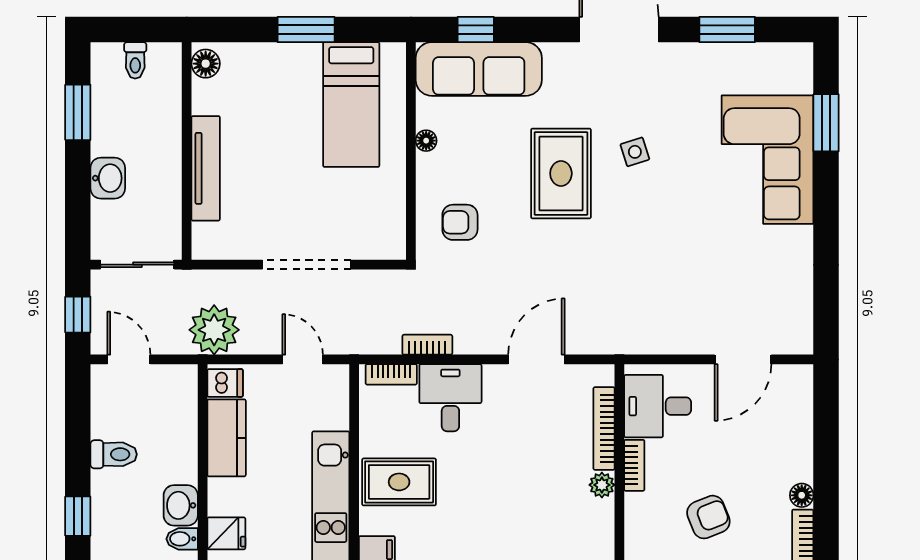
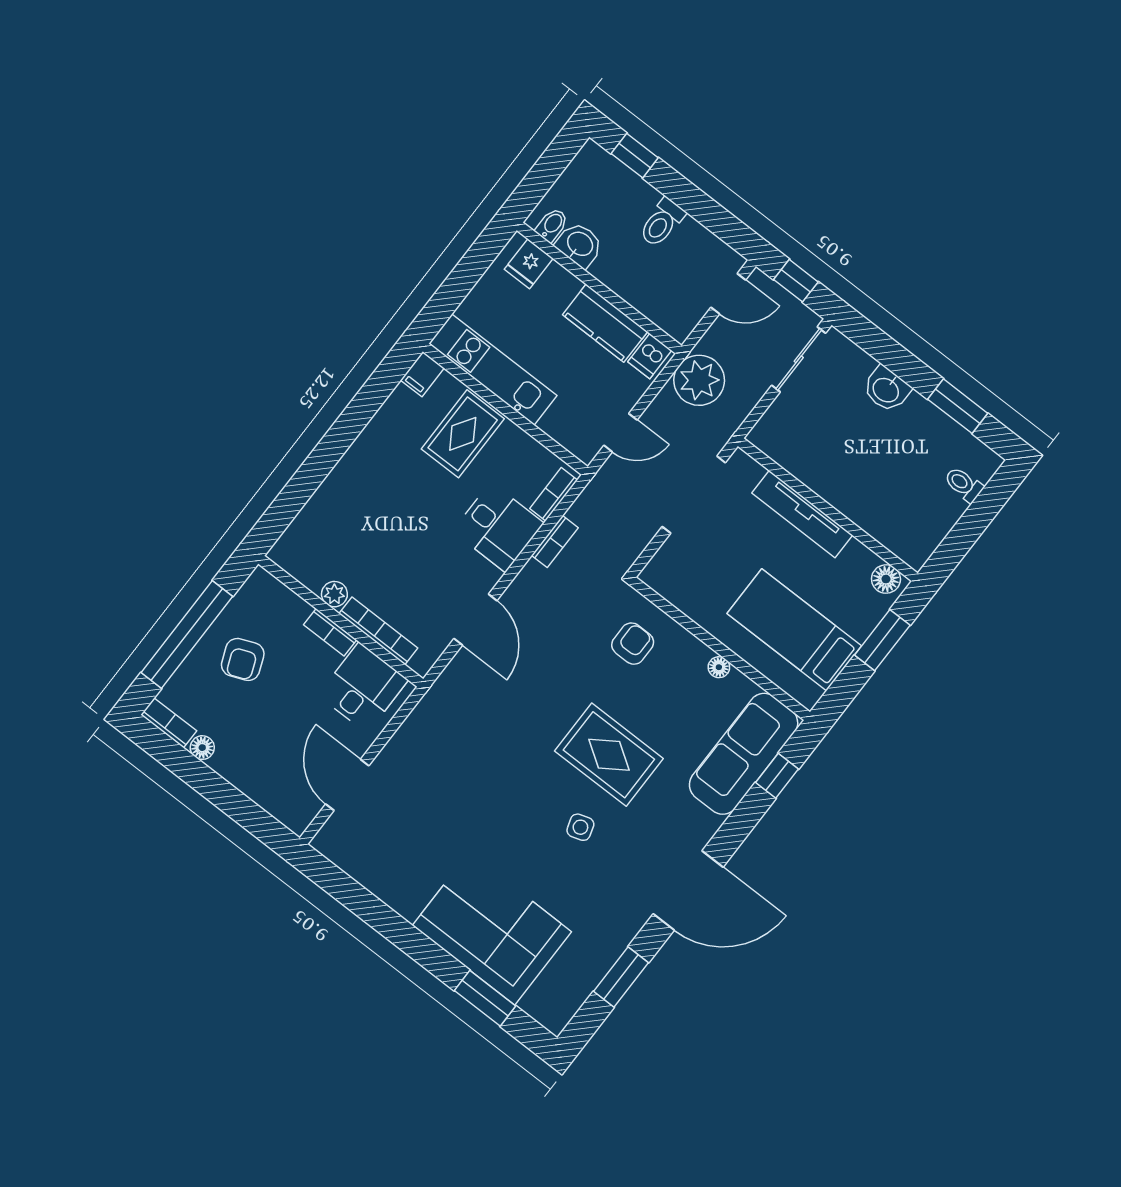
floor lamp: (206, 64) -> (886, 579), moved
wall: (187, 151) -> (828, 510), moved
tv unit: (206, 168) -> (802, 514), moved

